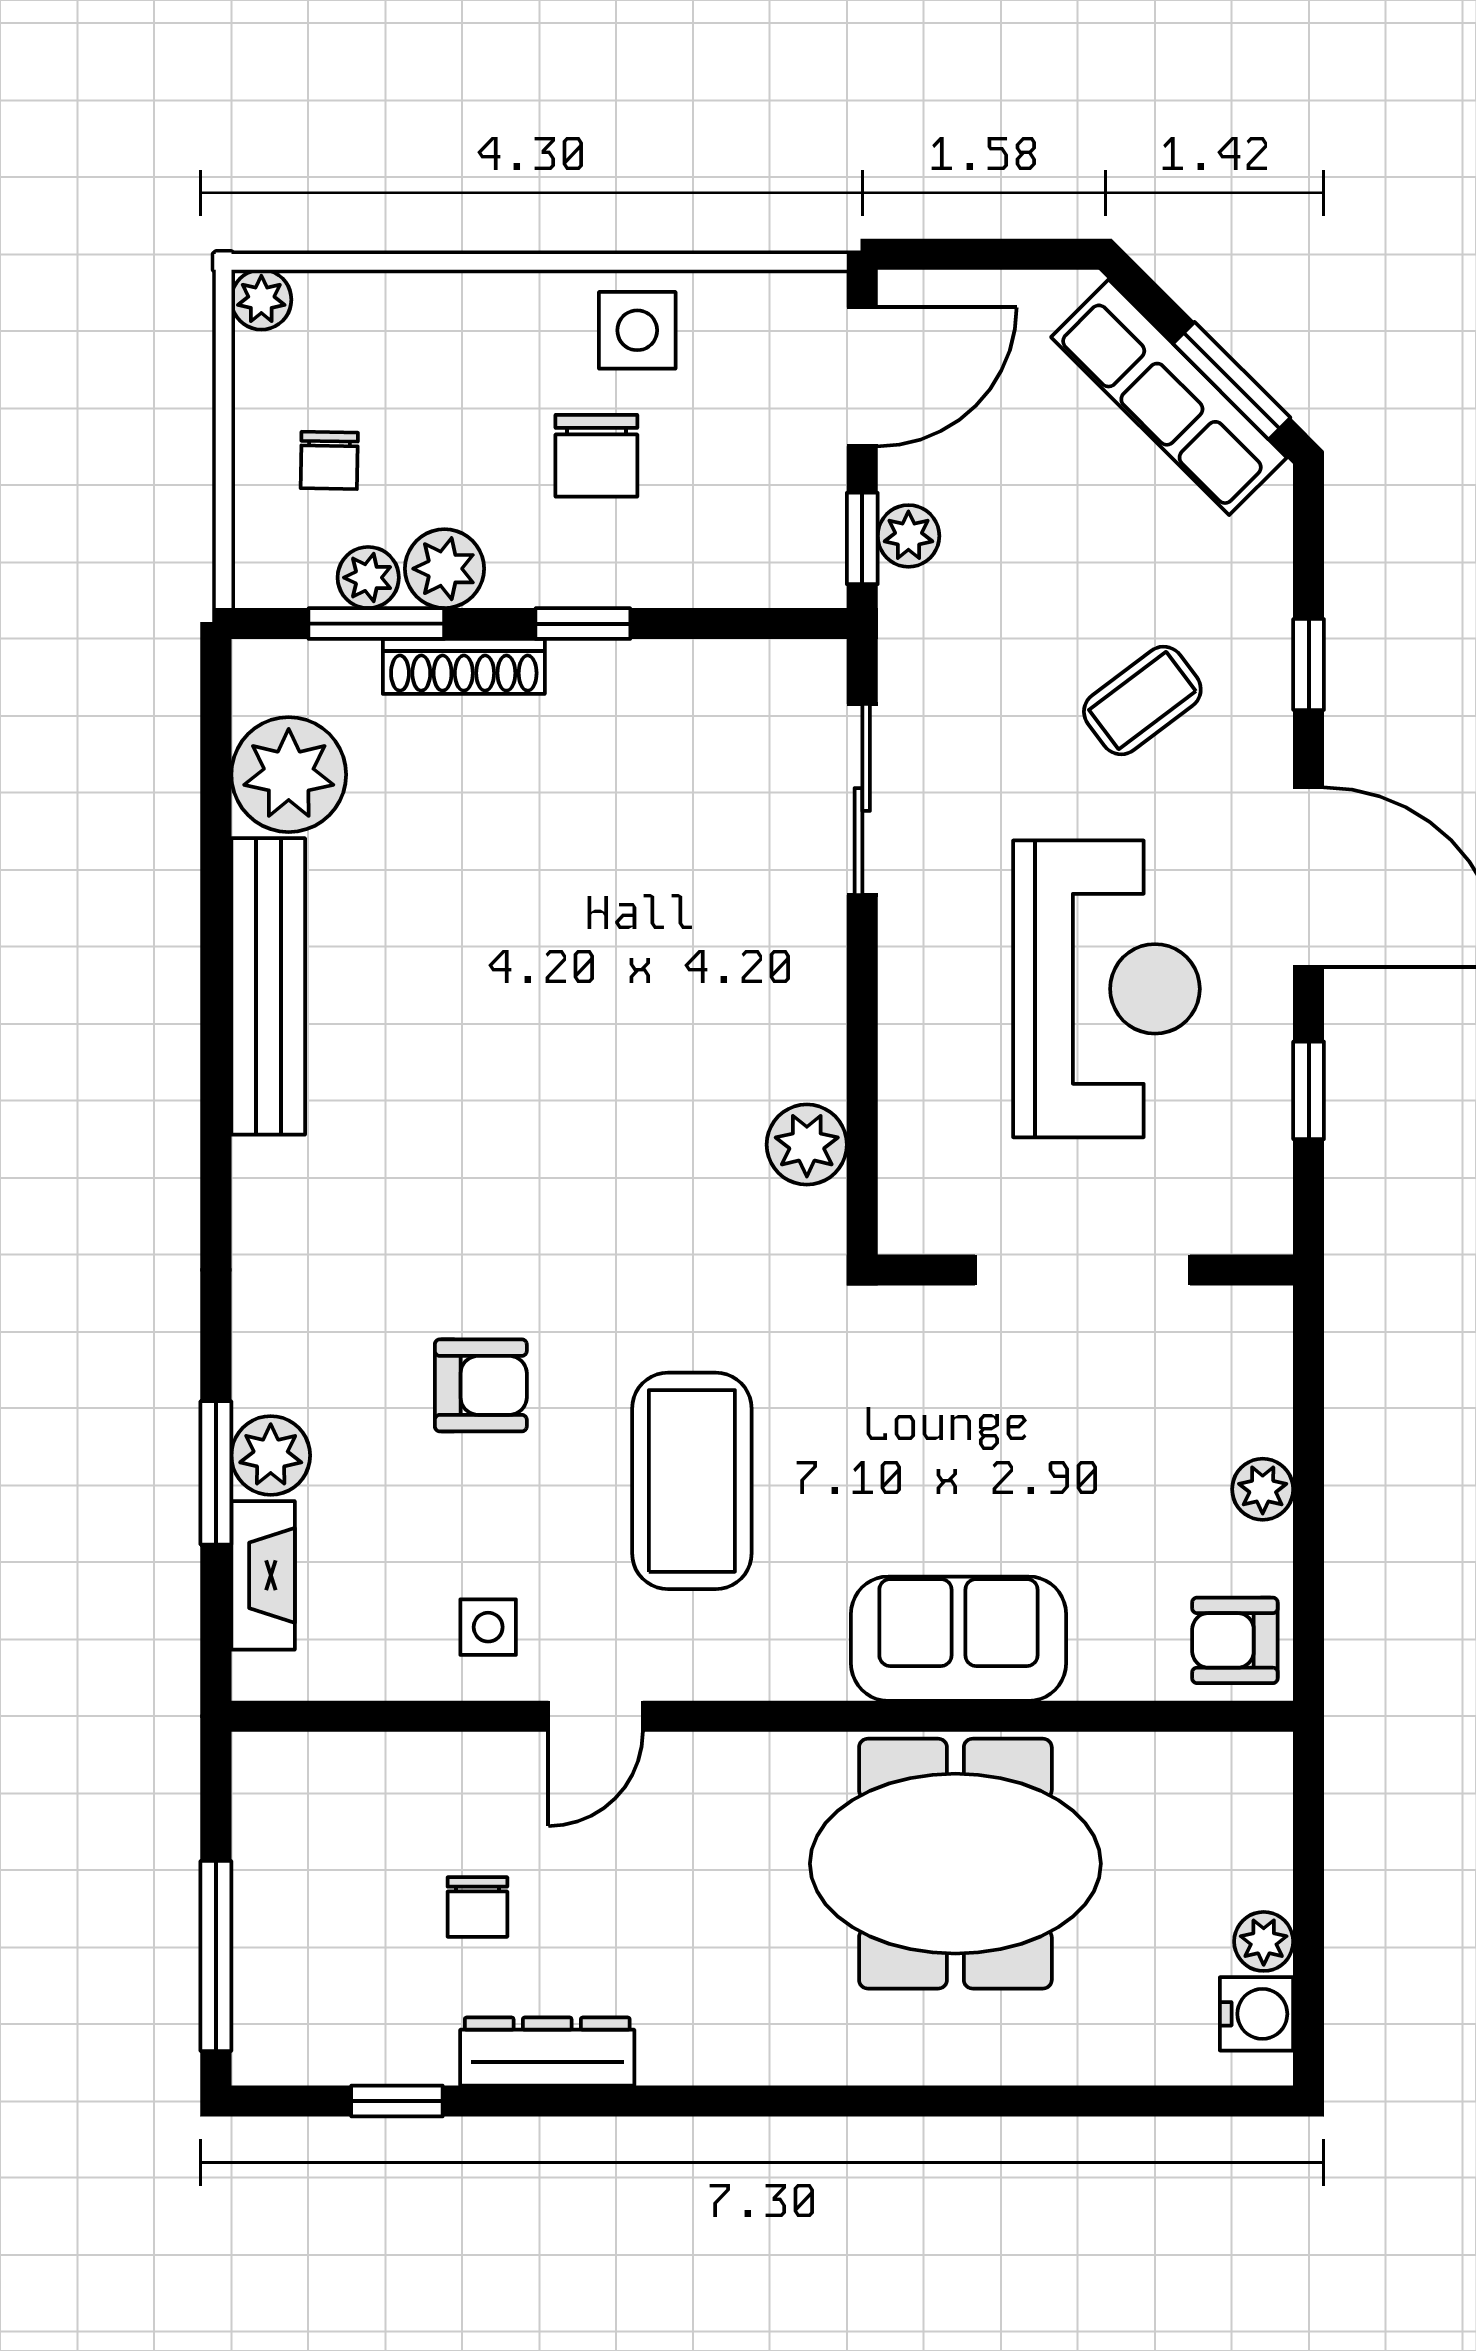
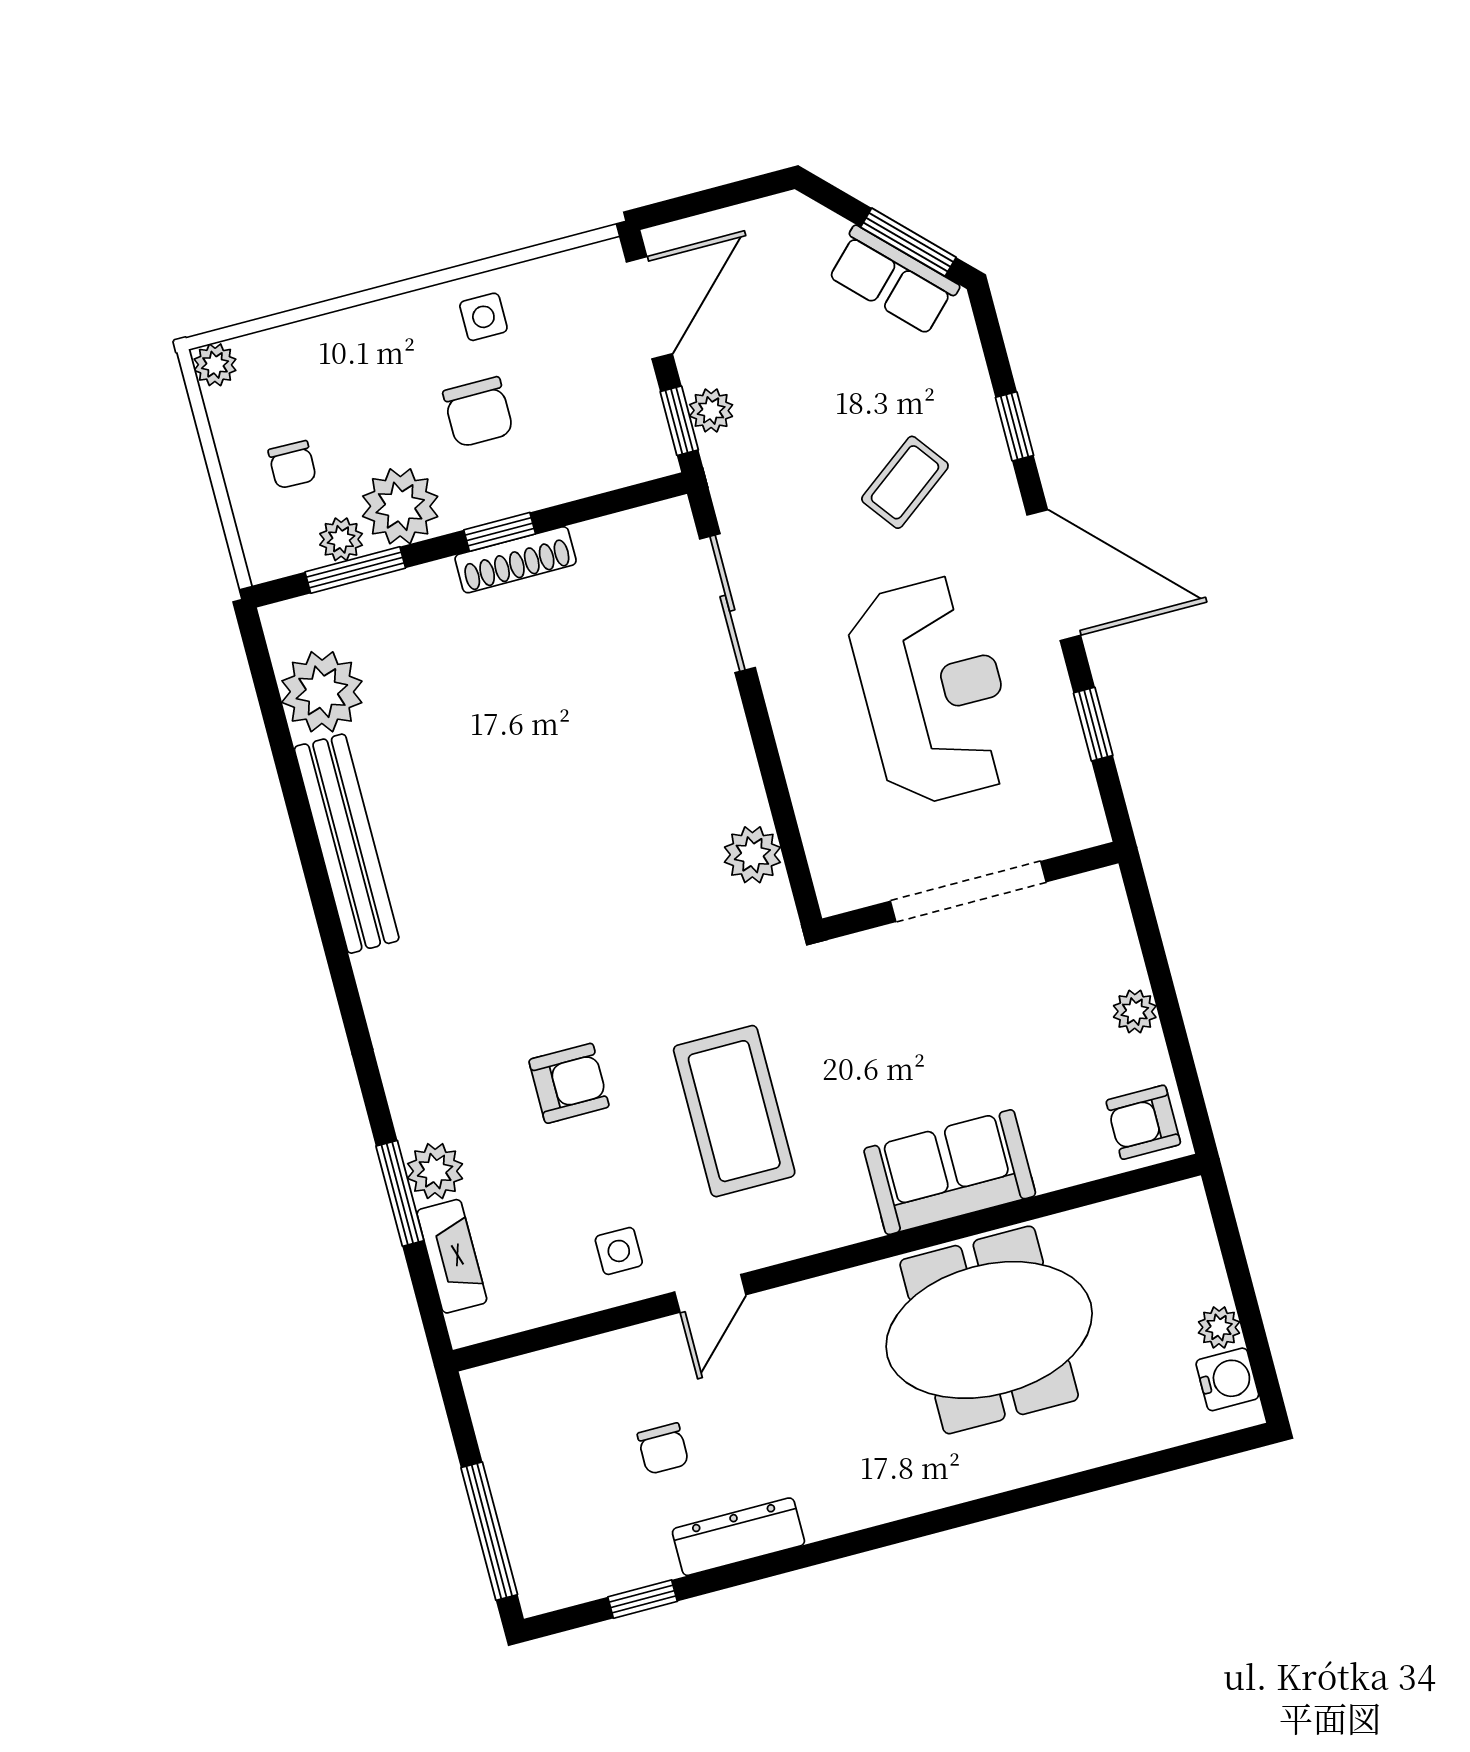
side table: (637, 330) -> (483, 317), width x0.73, depth x0.73
row of seats: (1169, 397) -> (893, 280), width x0.68
plant: (445, 569) -> (400, 506), width x1.36, depth x1.36
shoe rack: (464, 666) -> (516, 560), moved

